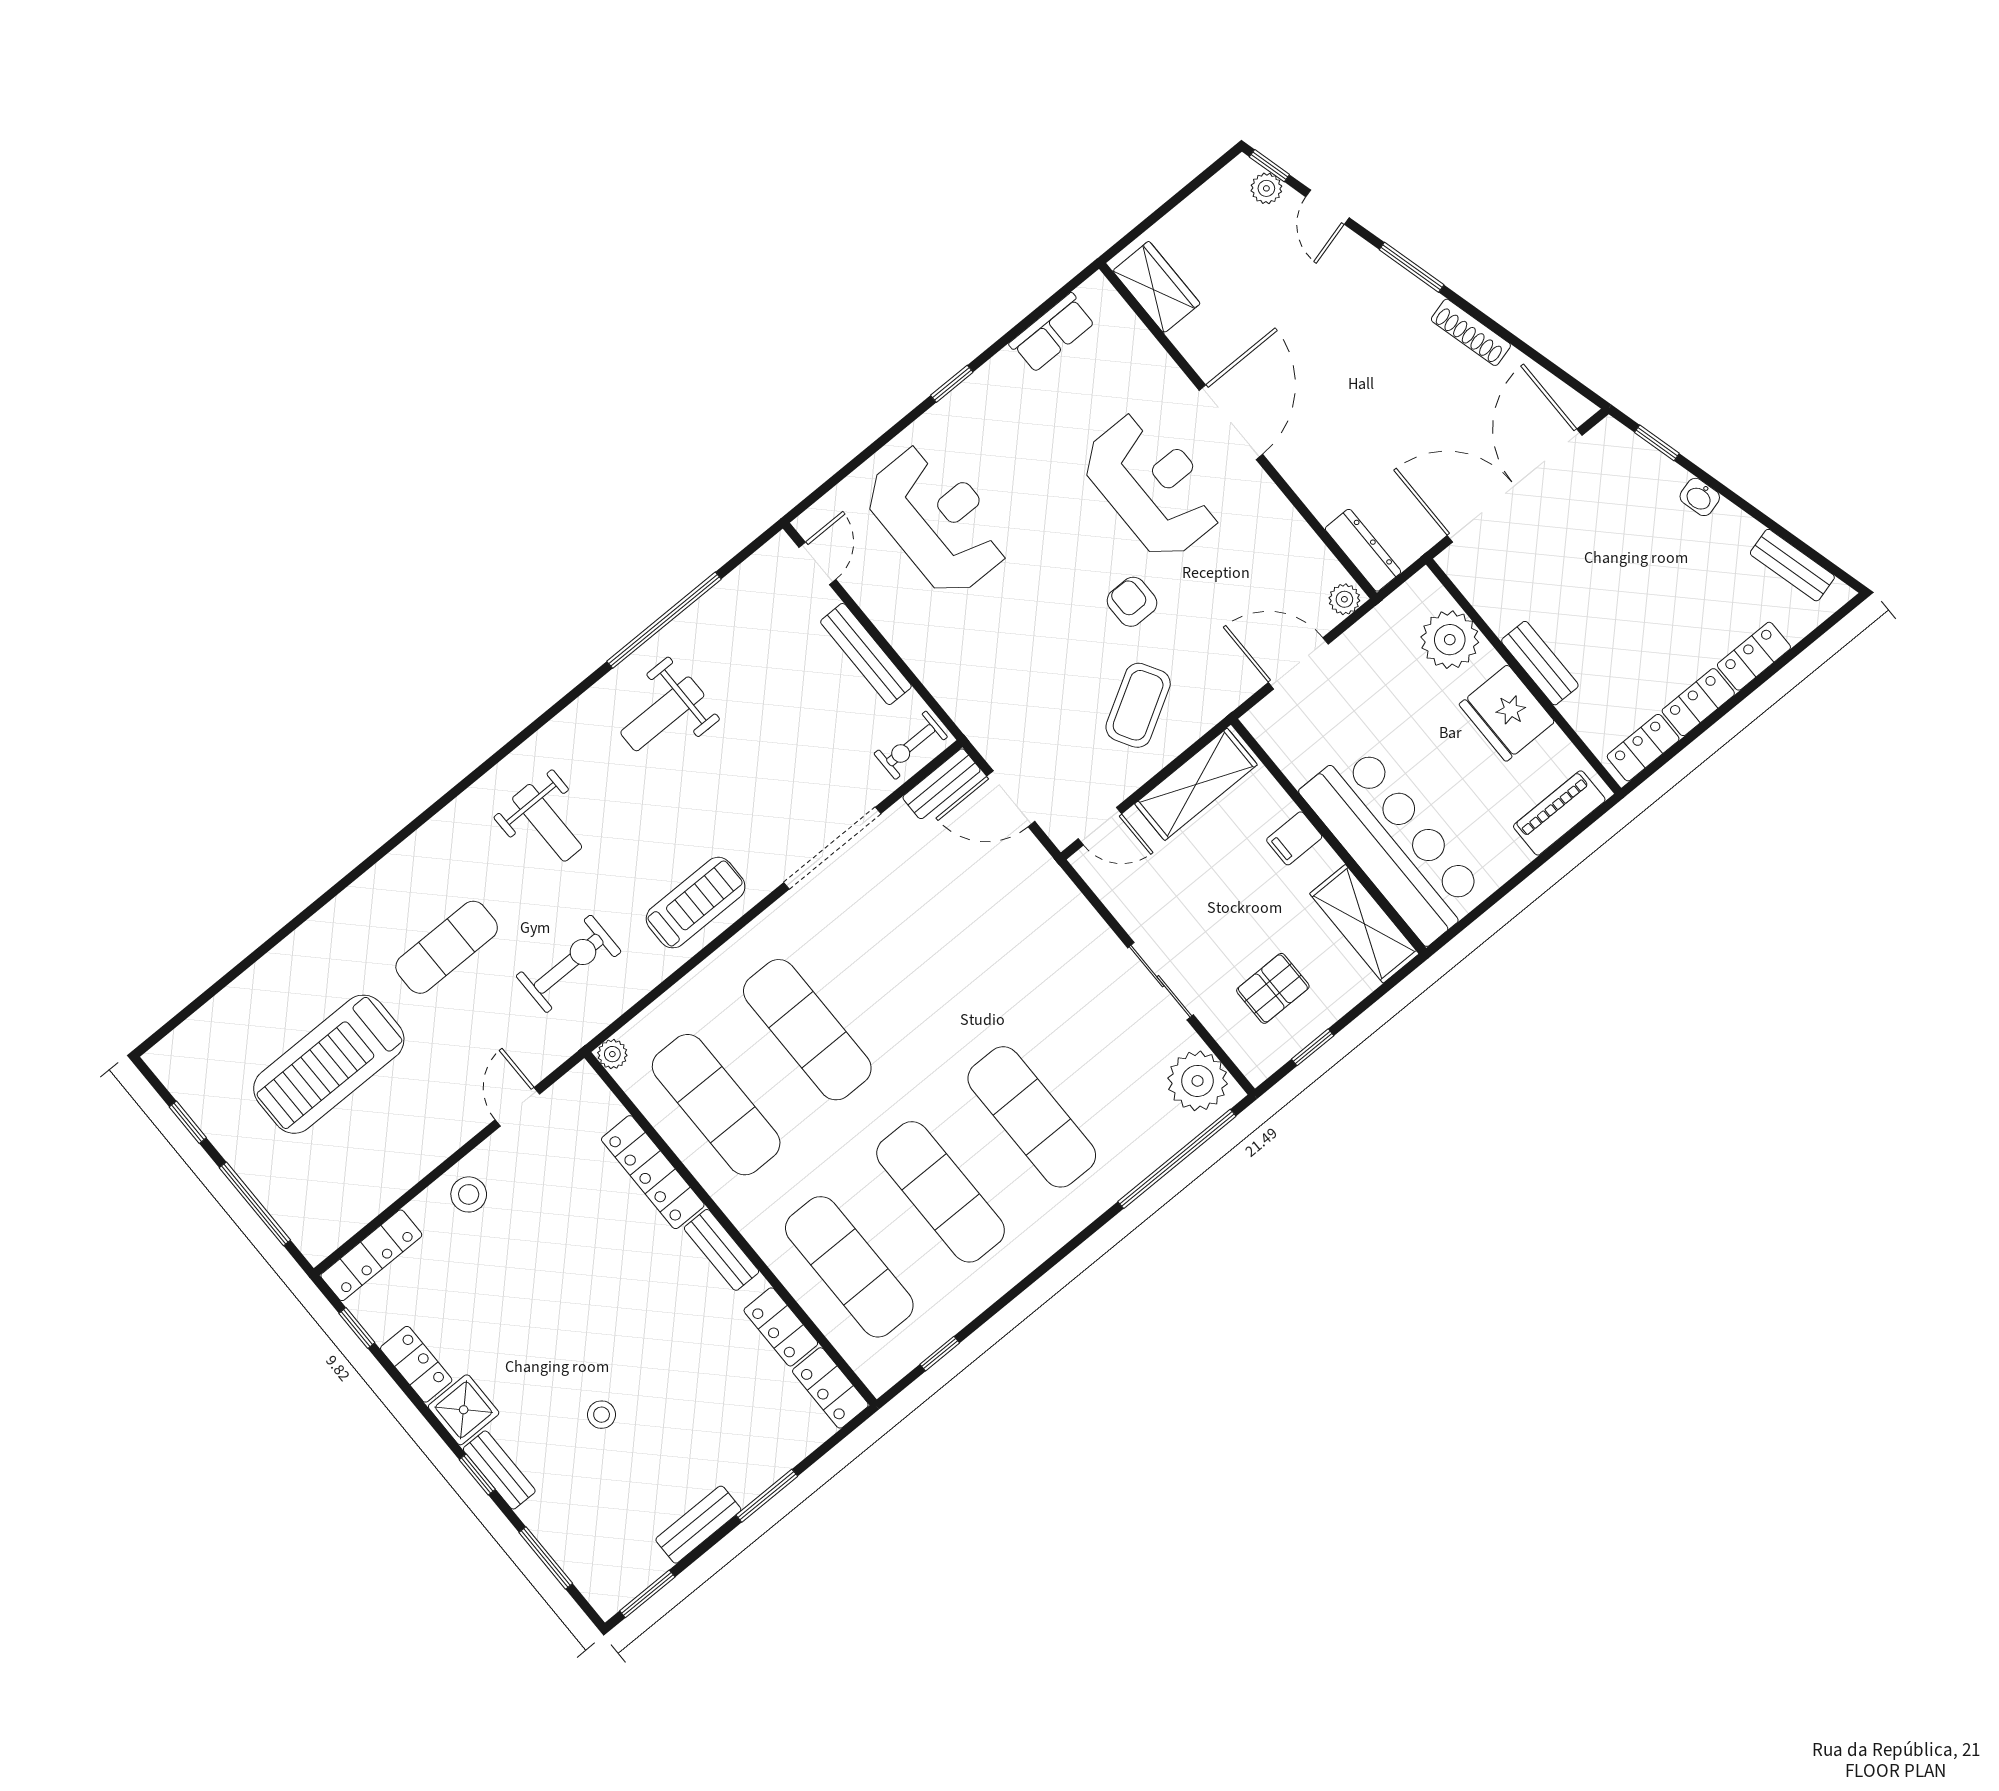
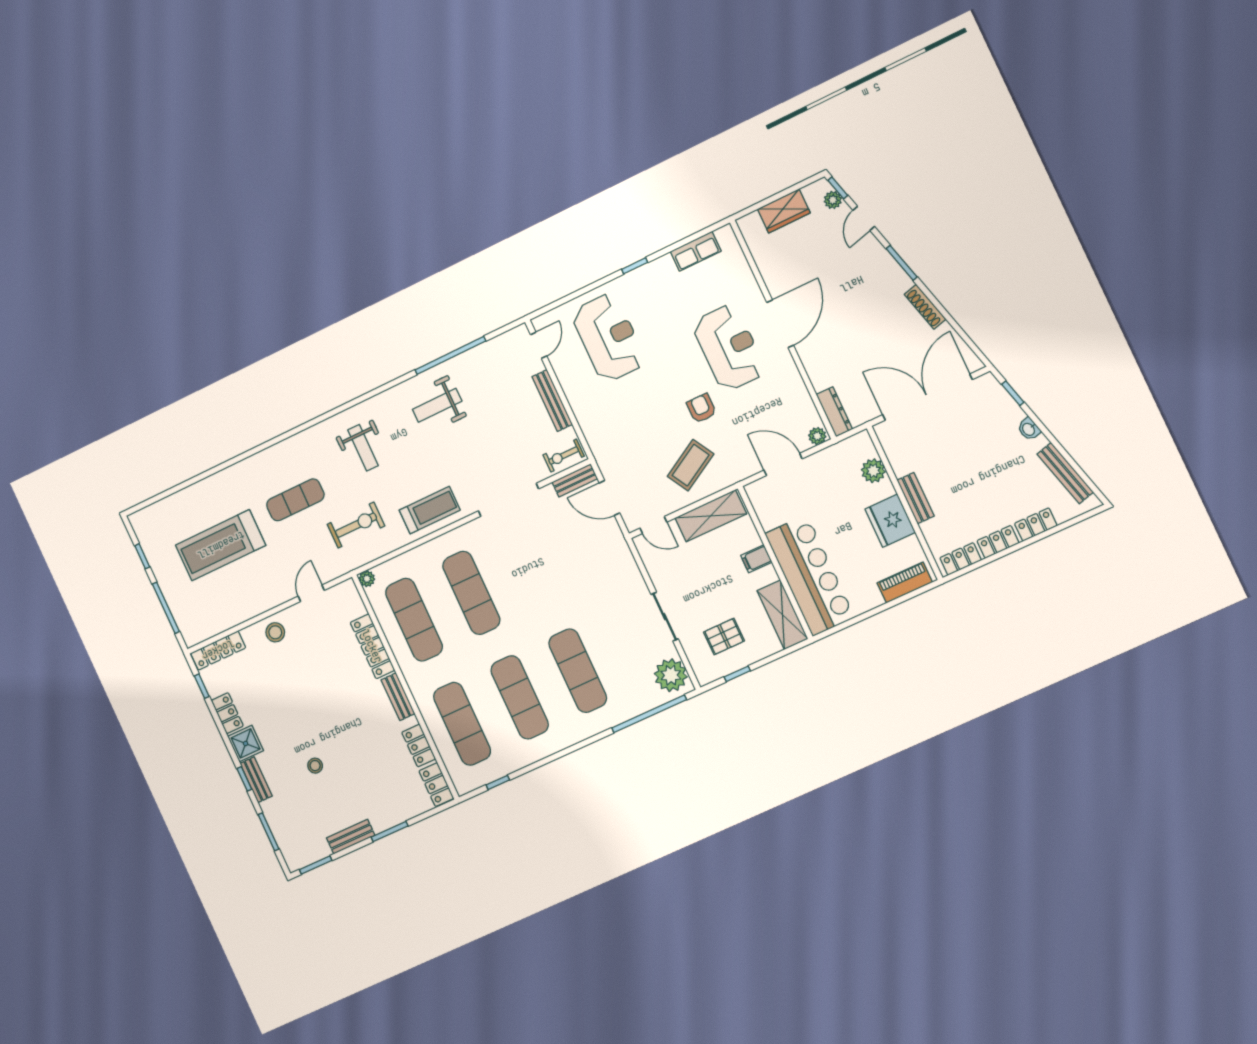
wardrobe: (1156, 287) -> (784, 211), moved, turned 90
bench: (1792, 565) -> (1065, 473), width x1.36
plant: (1450, 640) -> (873, 471), width x0.73, depth x0.73

